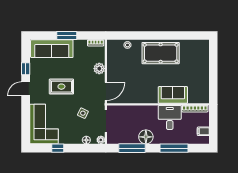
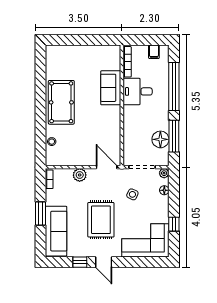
rug: (61, 87) -> (101, 220), width x1.36, depth x1.43
floor lamp: (146, 137) -> (160, 139), moved
window: (174, 148) -> (174, 86), width x1.46

